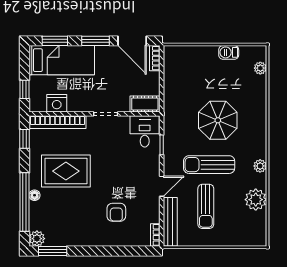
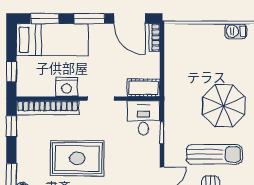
nightstand: (57, 103) -> (67, 87), moved
sun lounger: (209, 165) -> (214, 154), turned 180
rug: (66, 171) -> (77, 158), moved

